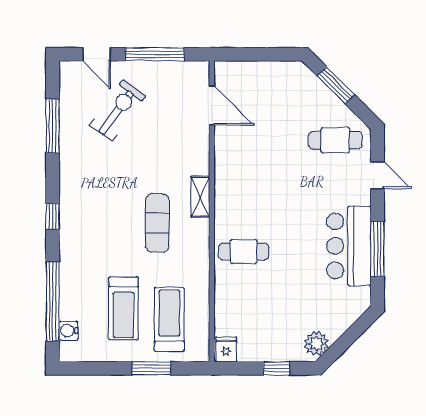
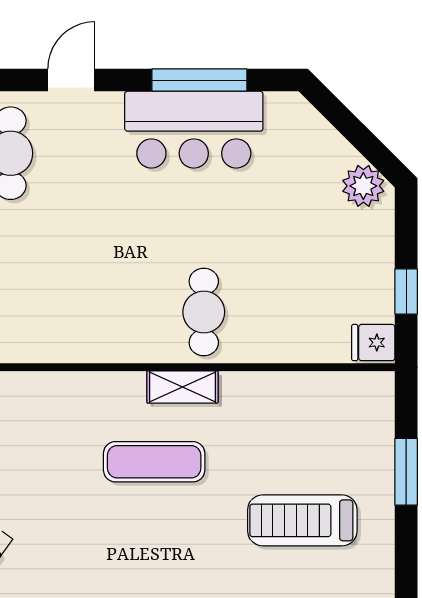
shelving: (200, 197) -> (183, 387), moved
treadmill: (123, 308) -> (302, 520), turned 180
treadmill: (169, 319) -> (321, 441), removed
window: (276, 368) -> (406, 291), moved

